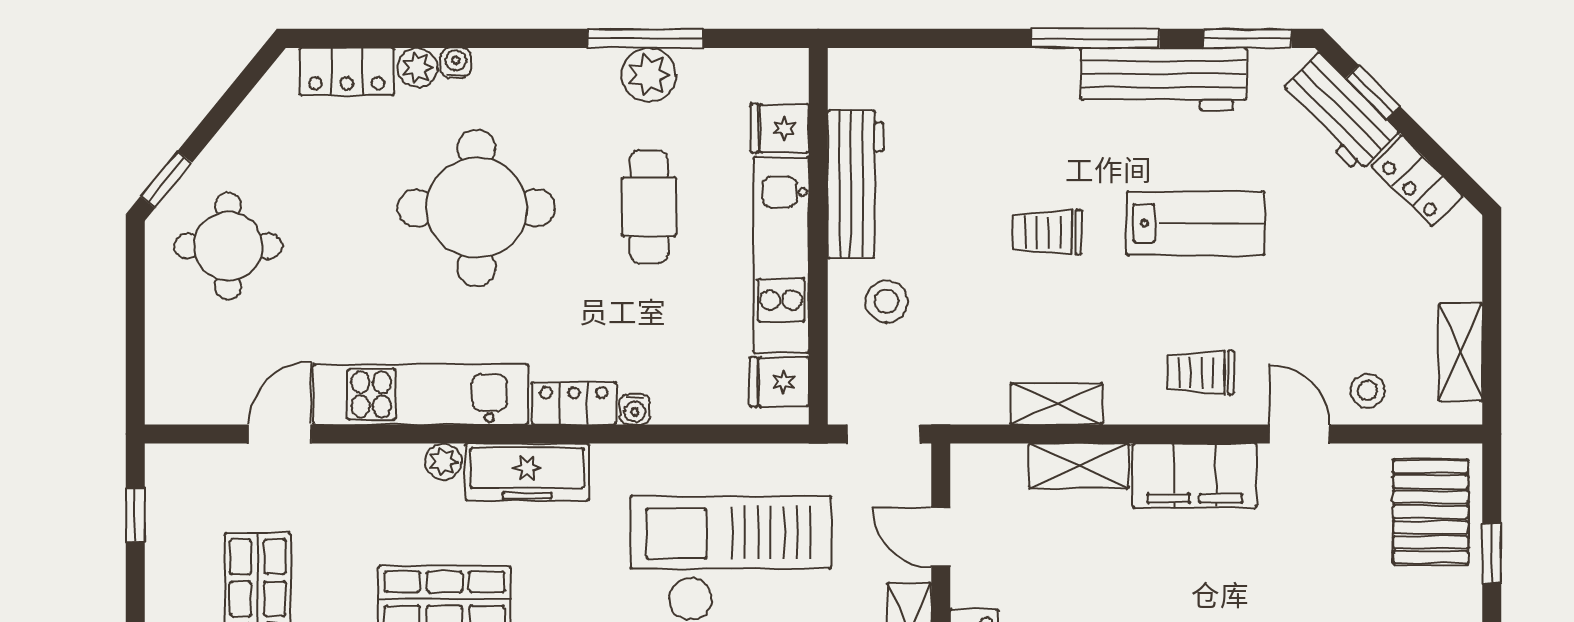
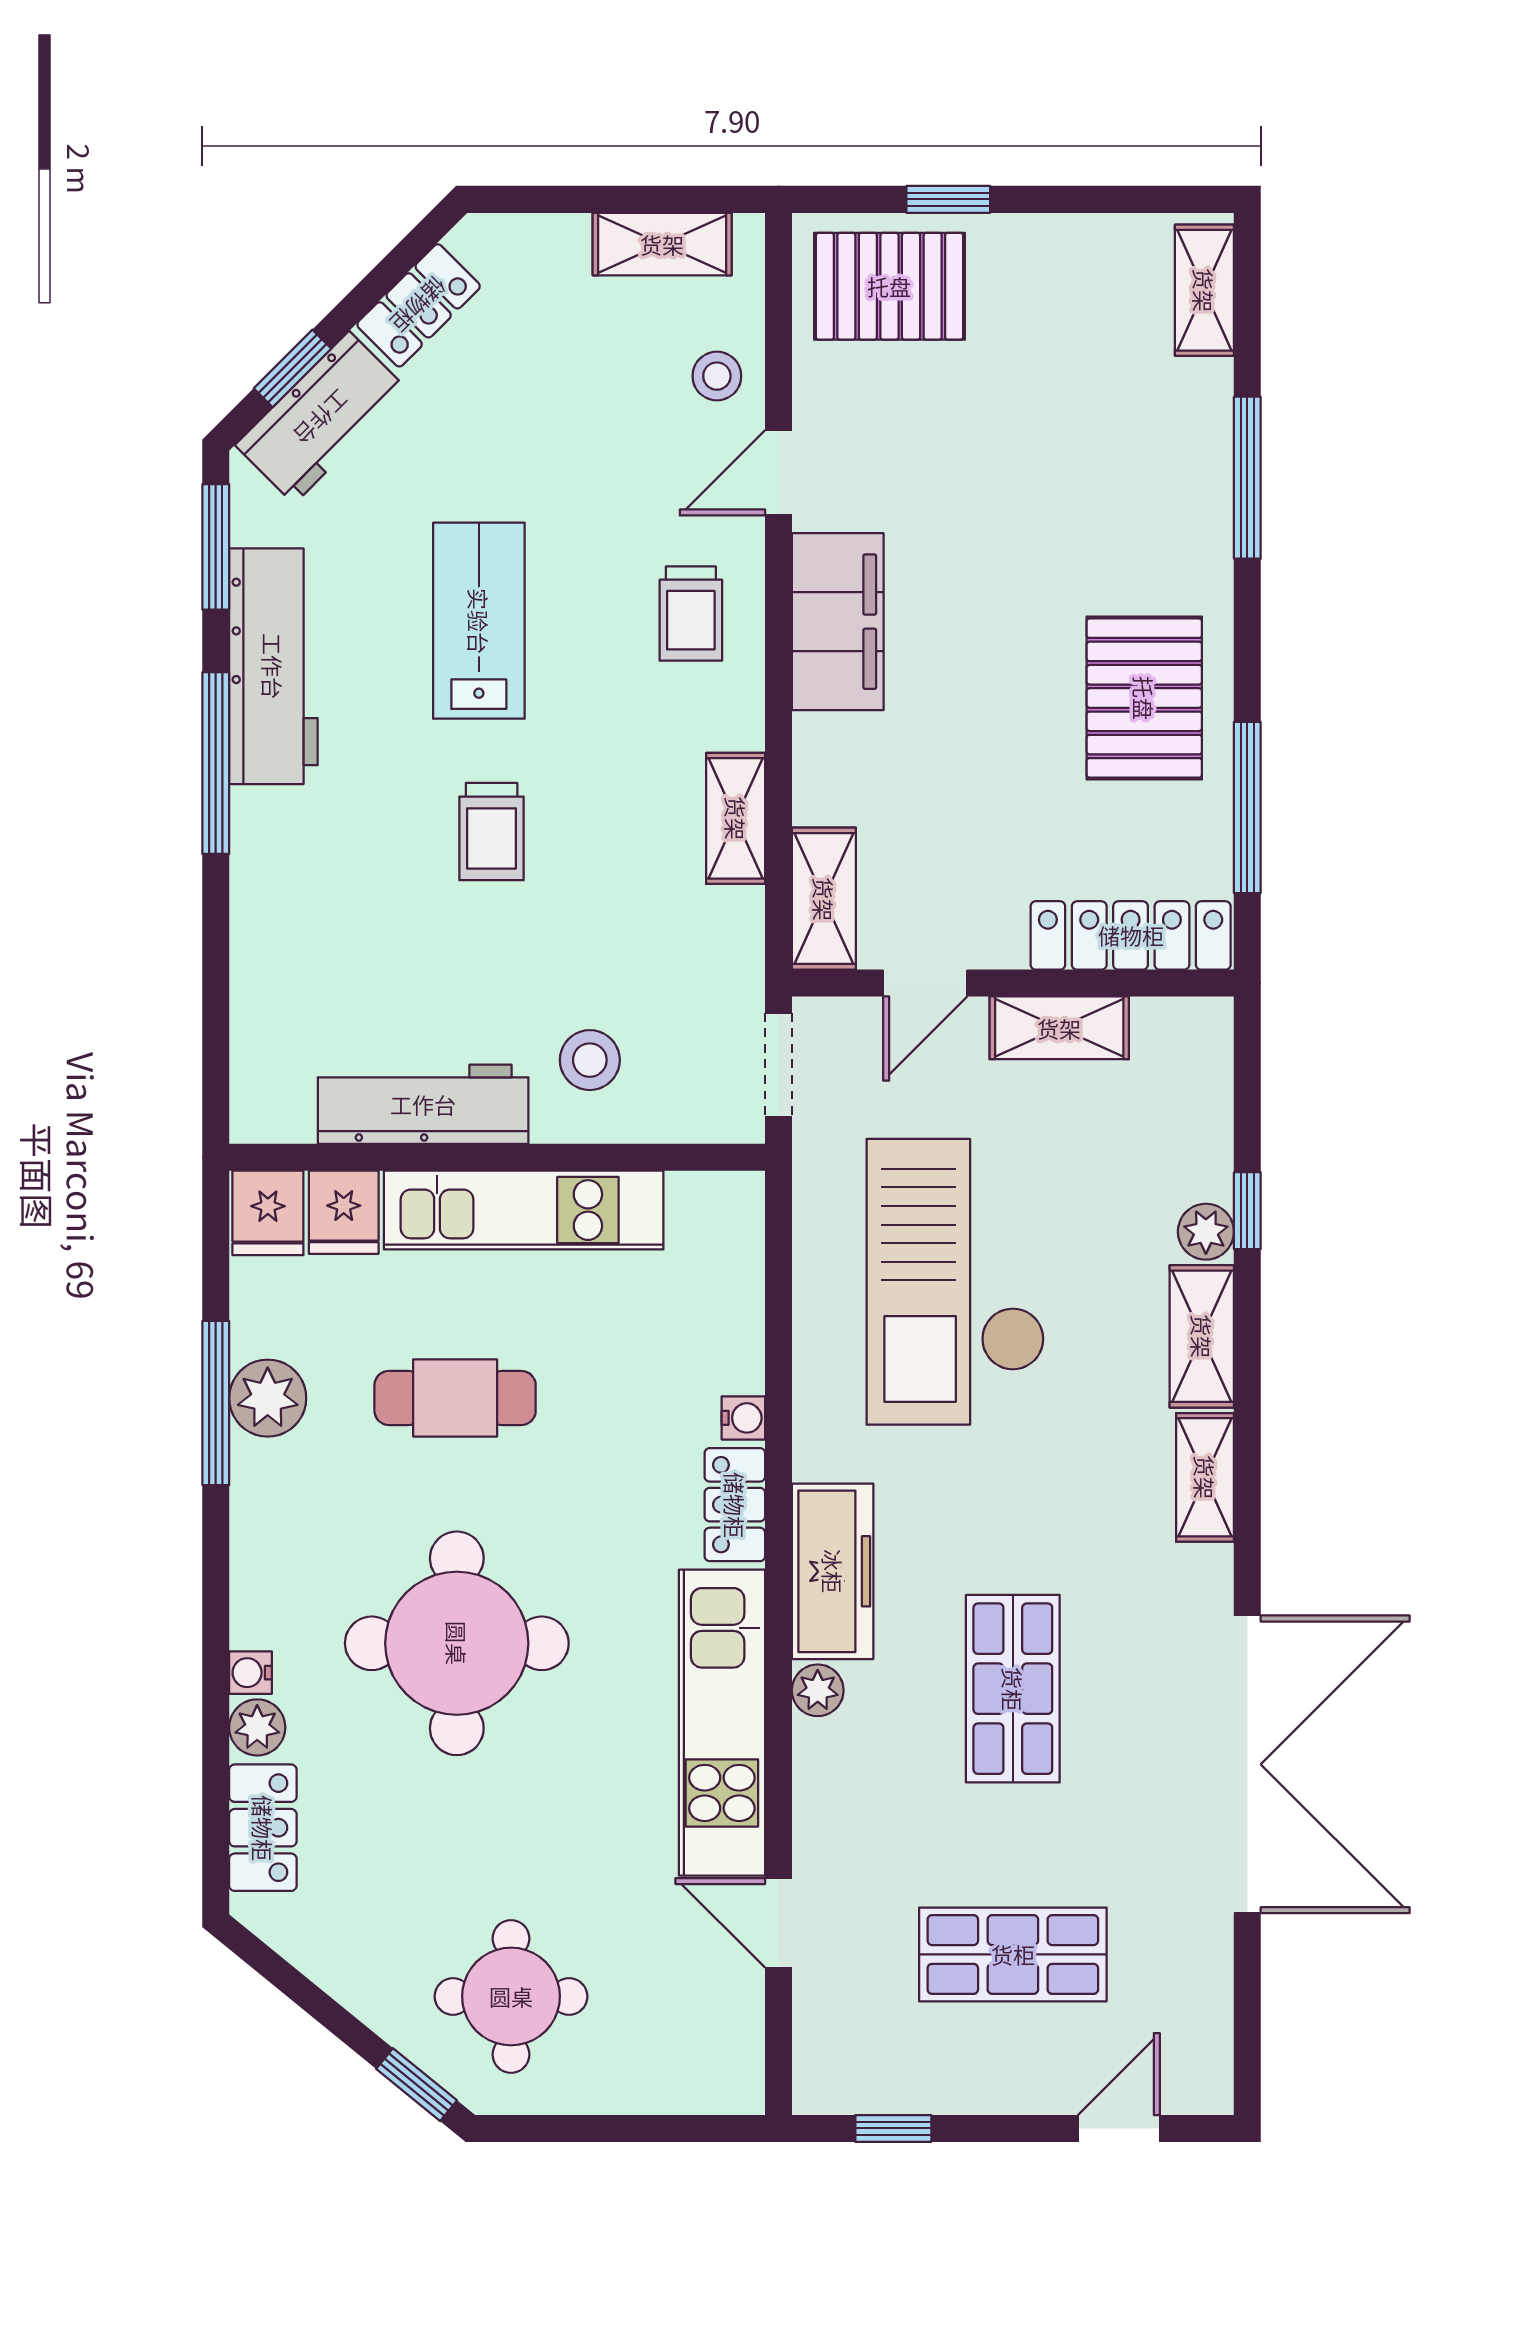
fridge: (779, 382) -> (268, 1213), moved
shelving: (1079, 466) -> (824, 899), moved

